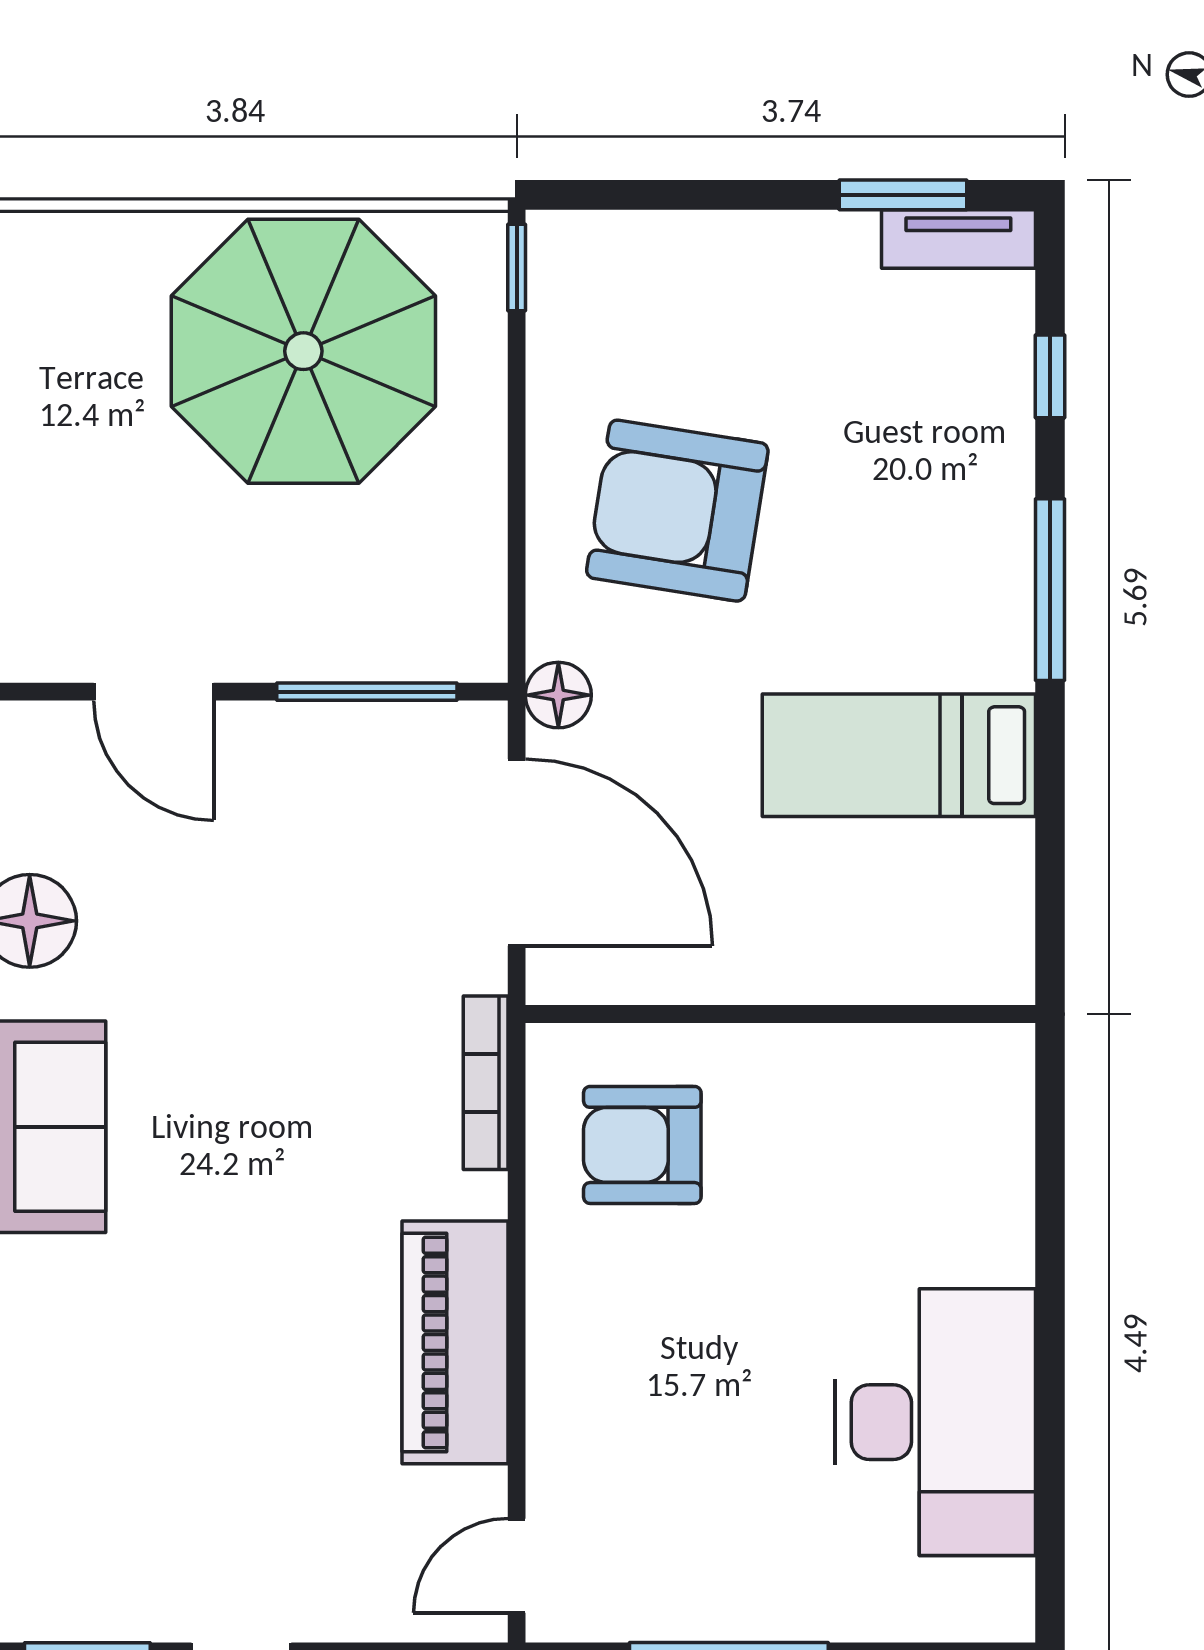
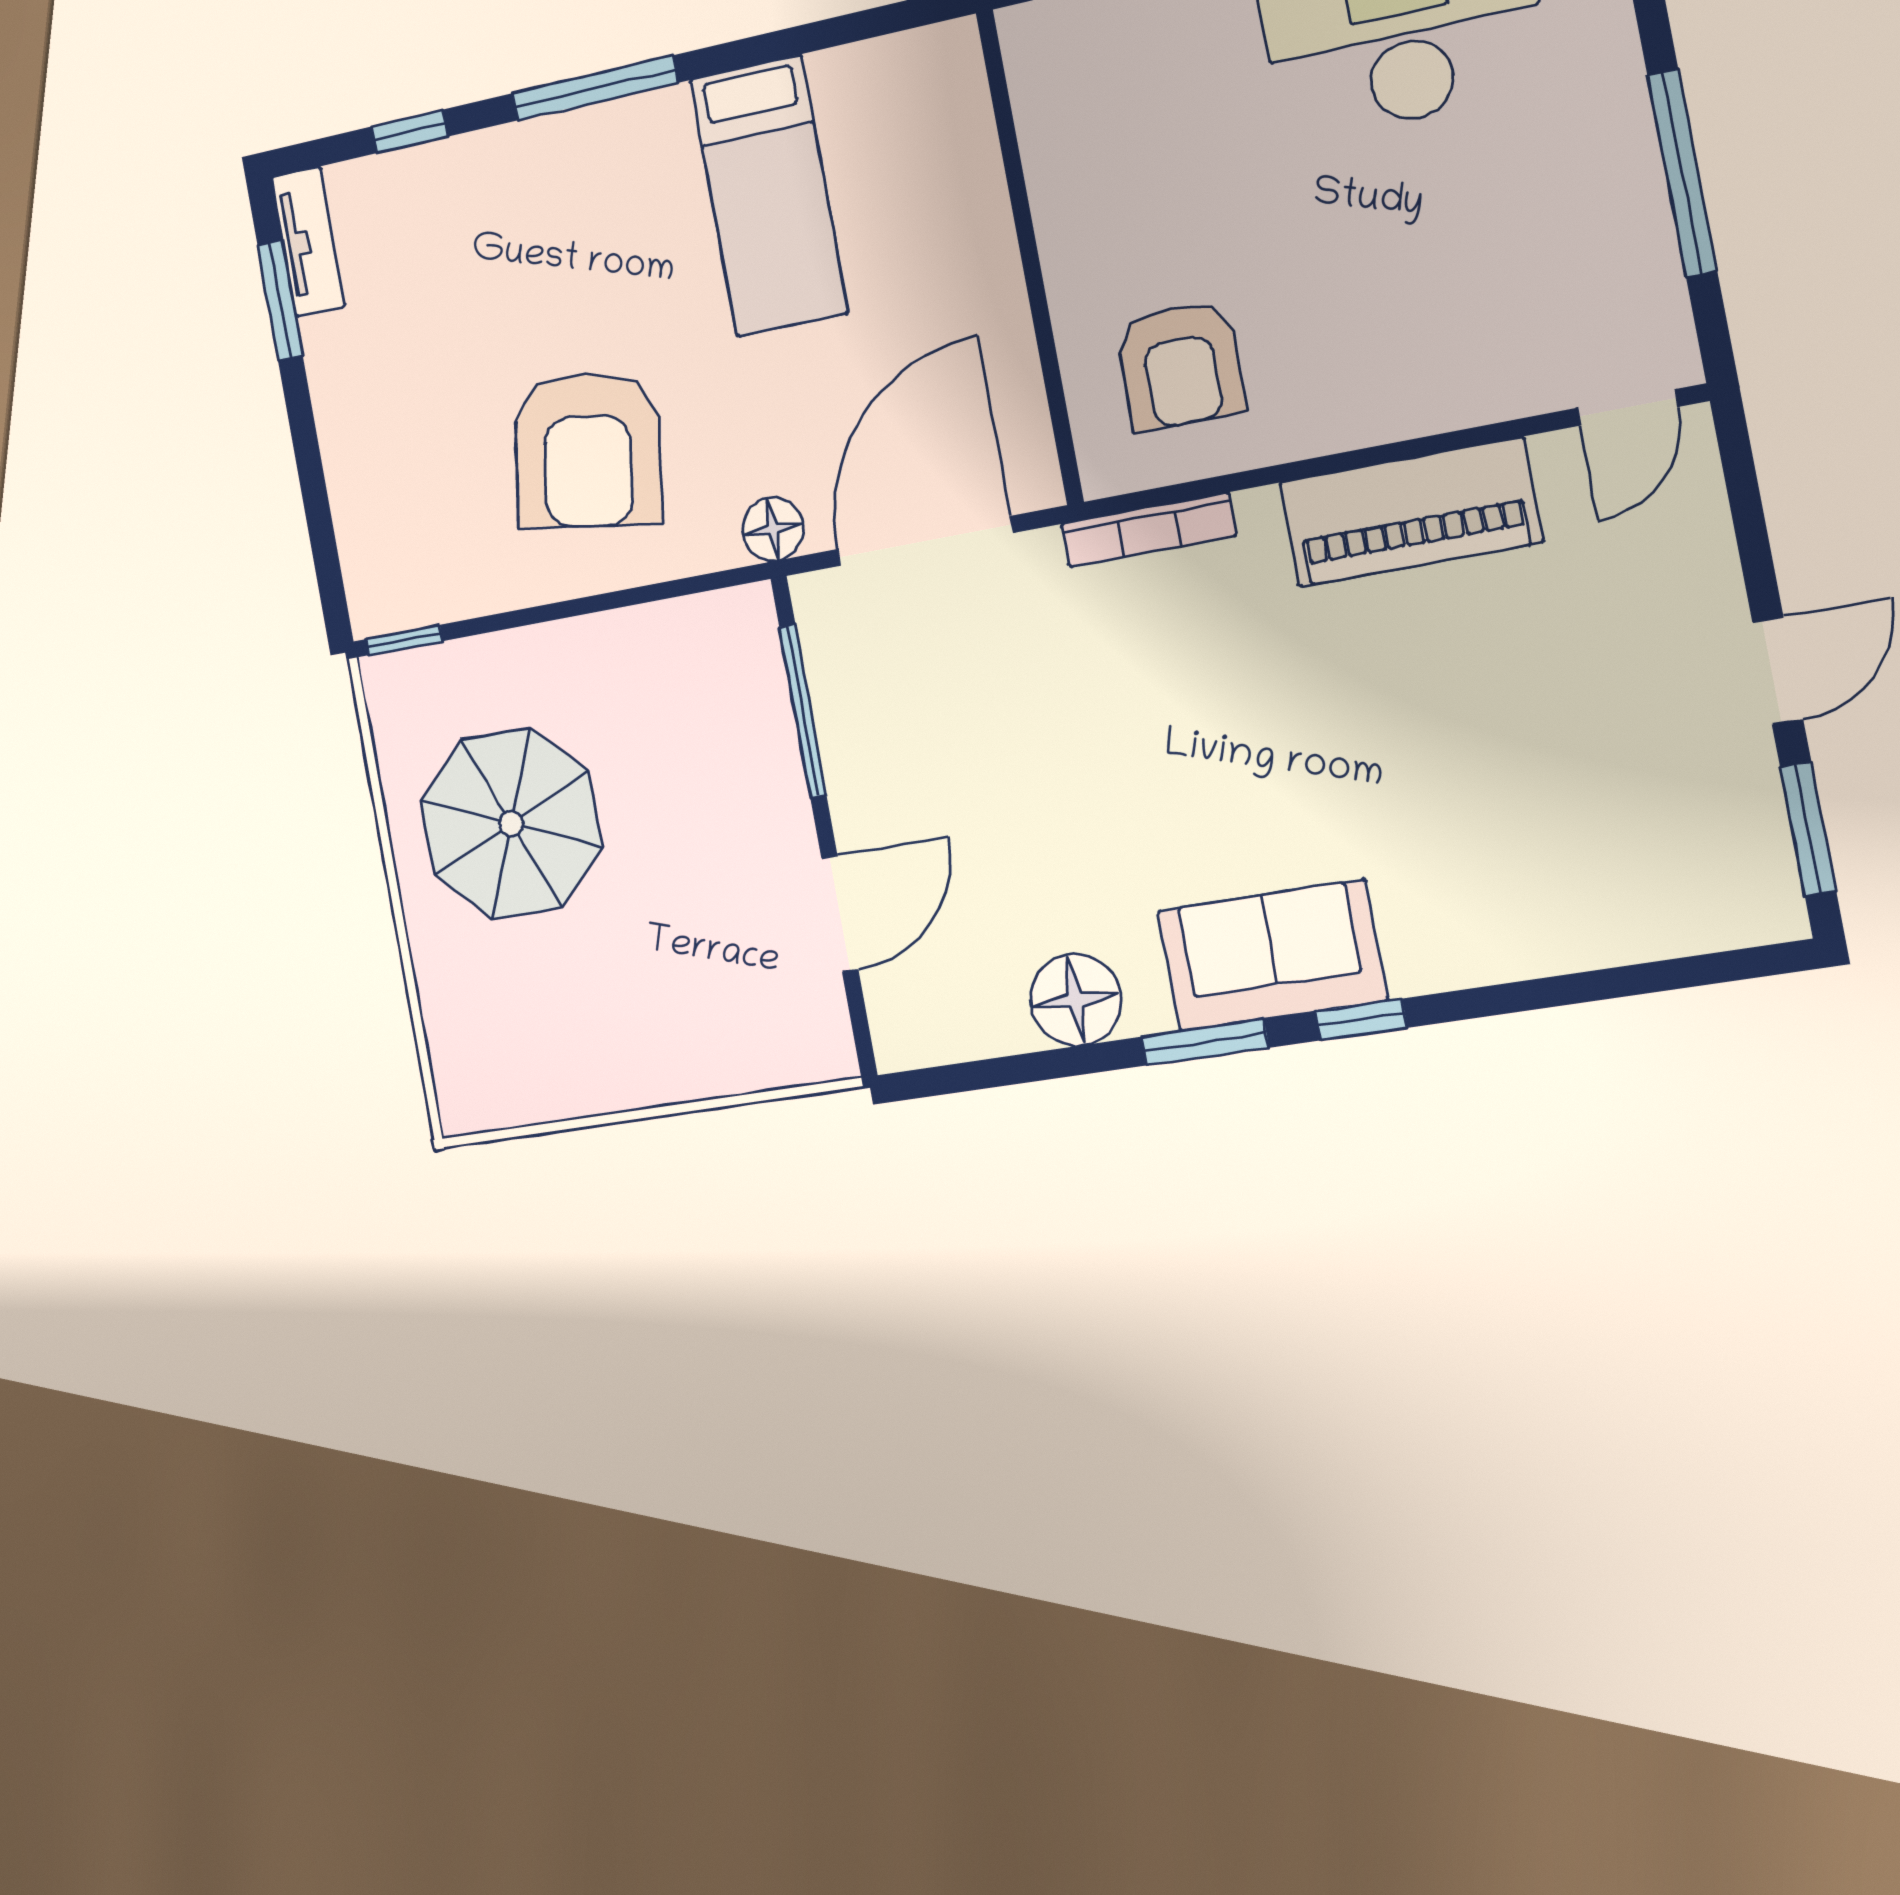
parasol: (303, 351) -> (511, 824), width x0.73, depth x0.73
door: (517, 1566) -> (1627, 407), hinge flipped

